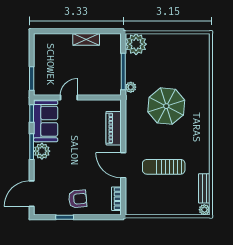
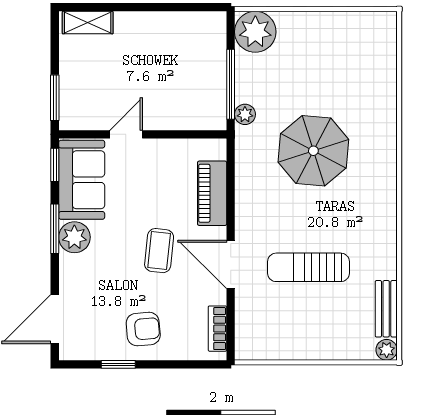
shelving: (86, 39) -> (88, 23), moved
coffee table: (86, 158) -> (159, 251), added

